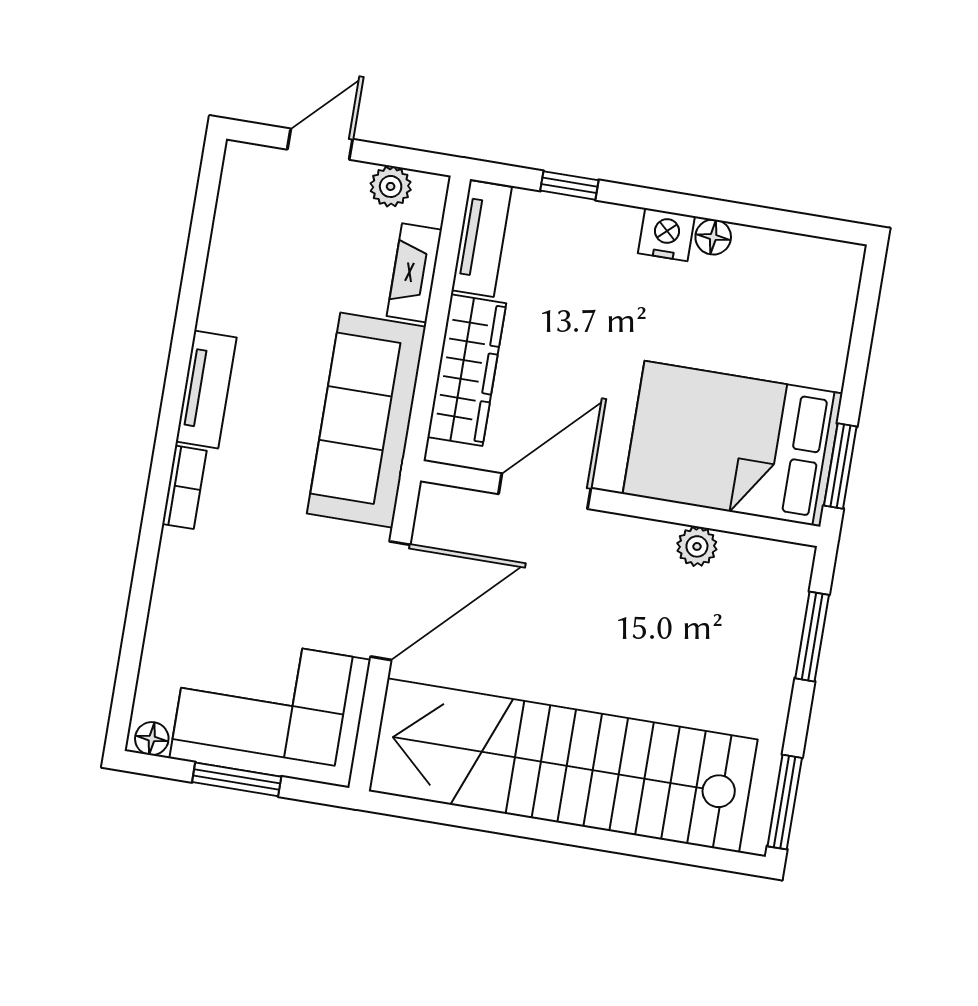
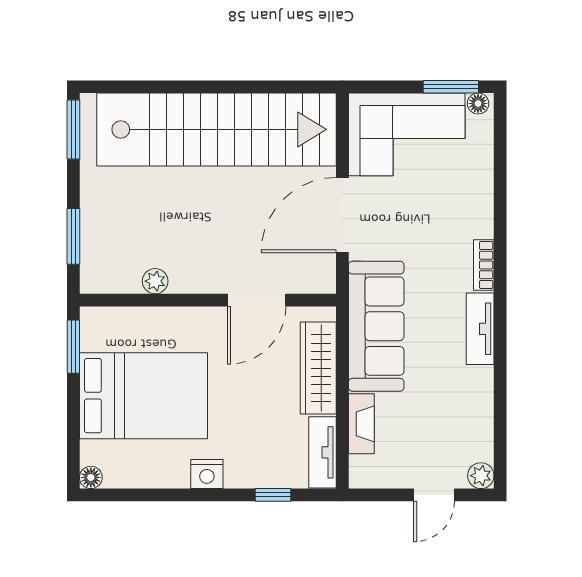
plant: (391, 186) -> (481, 476), moved
floor lamp: (713, 237) -> (91, 477), moved
bed: (733, 444) -> (143, 396), moved
window: (237, 779) -> (451, 87), moved

